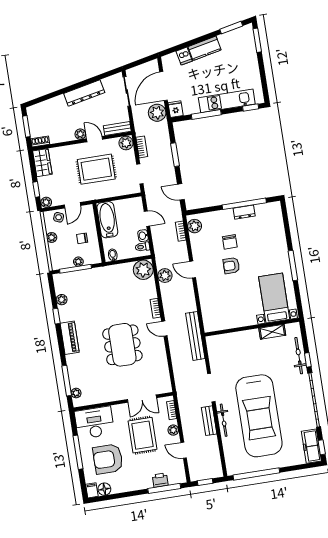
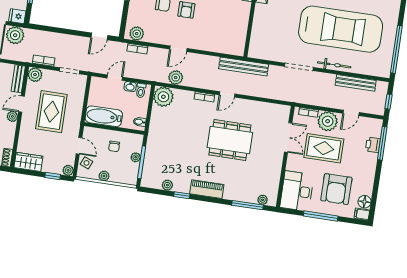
window: (175, 155) -> (61, 31), removed
bench: (209, 421) -> (356, 83), moved, width x1.36
plant: (173, 430) -> (328, 121), width x1.87, depth x1.87

